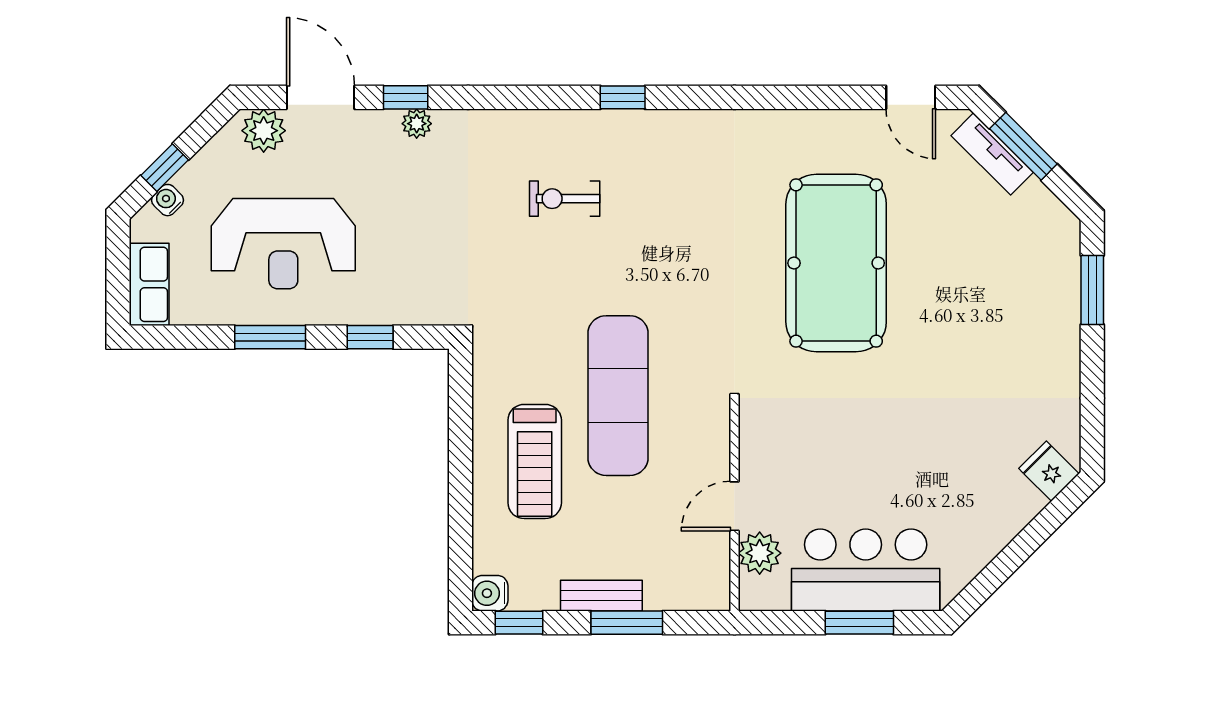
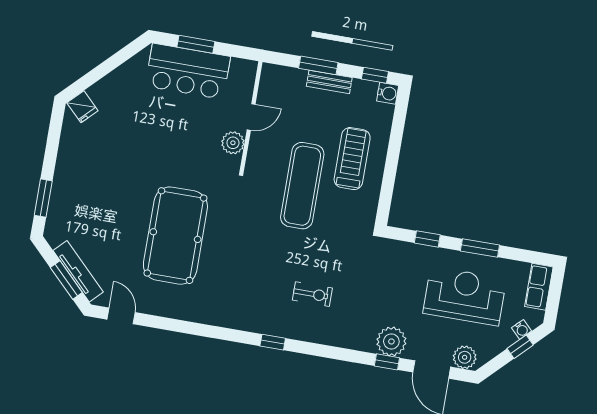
plant: (417, 124) -> (391, 341), width x1.87, depth x1.87
tv unit: (992, 154) -> (78, 271), width x1.41
plant: (760, 553) -> (233, 143), moved

